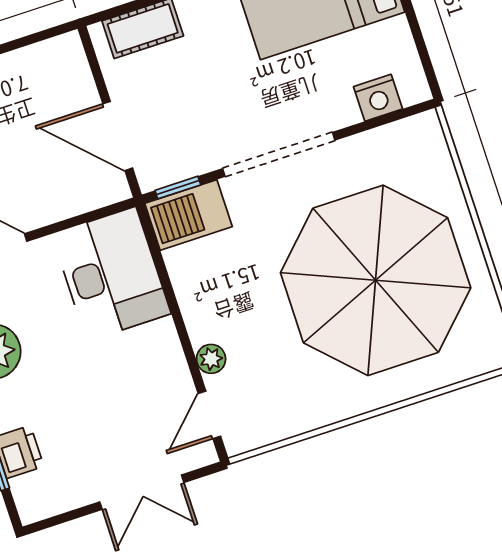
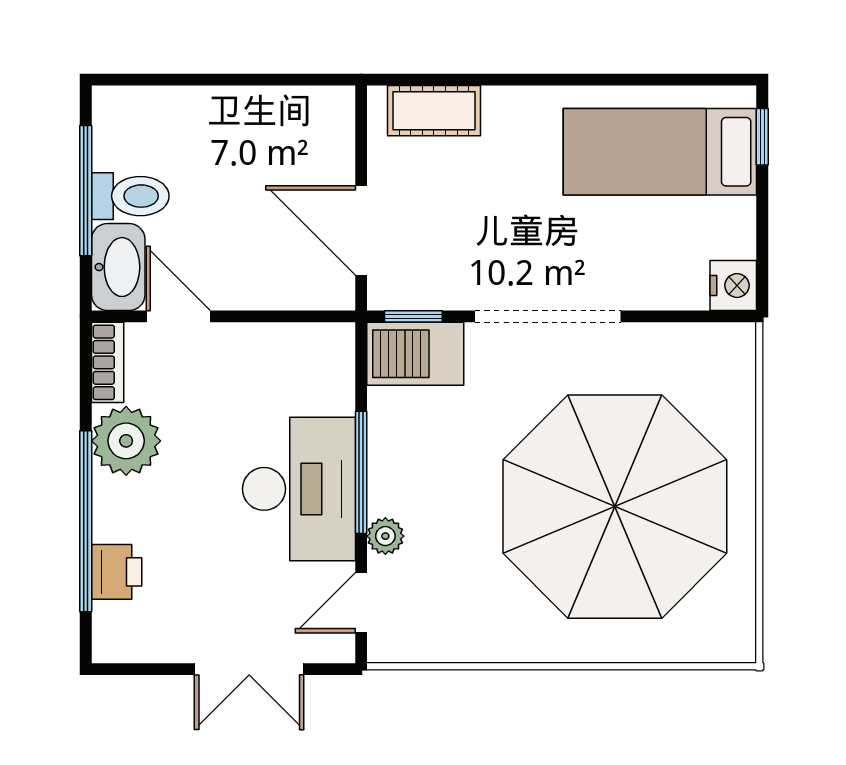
nightstand: (378, 98) -> (733, 285), moved, turned -90
desk: (111, 274) -> (299, 489), moved
window: (177, 317) -> (361, 472), added

